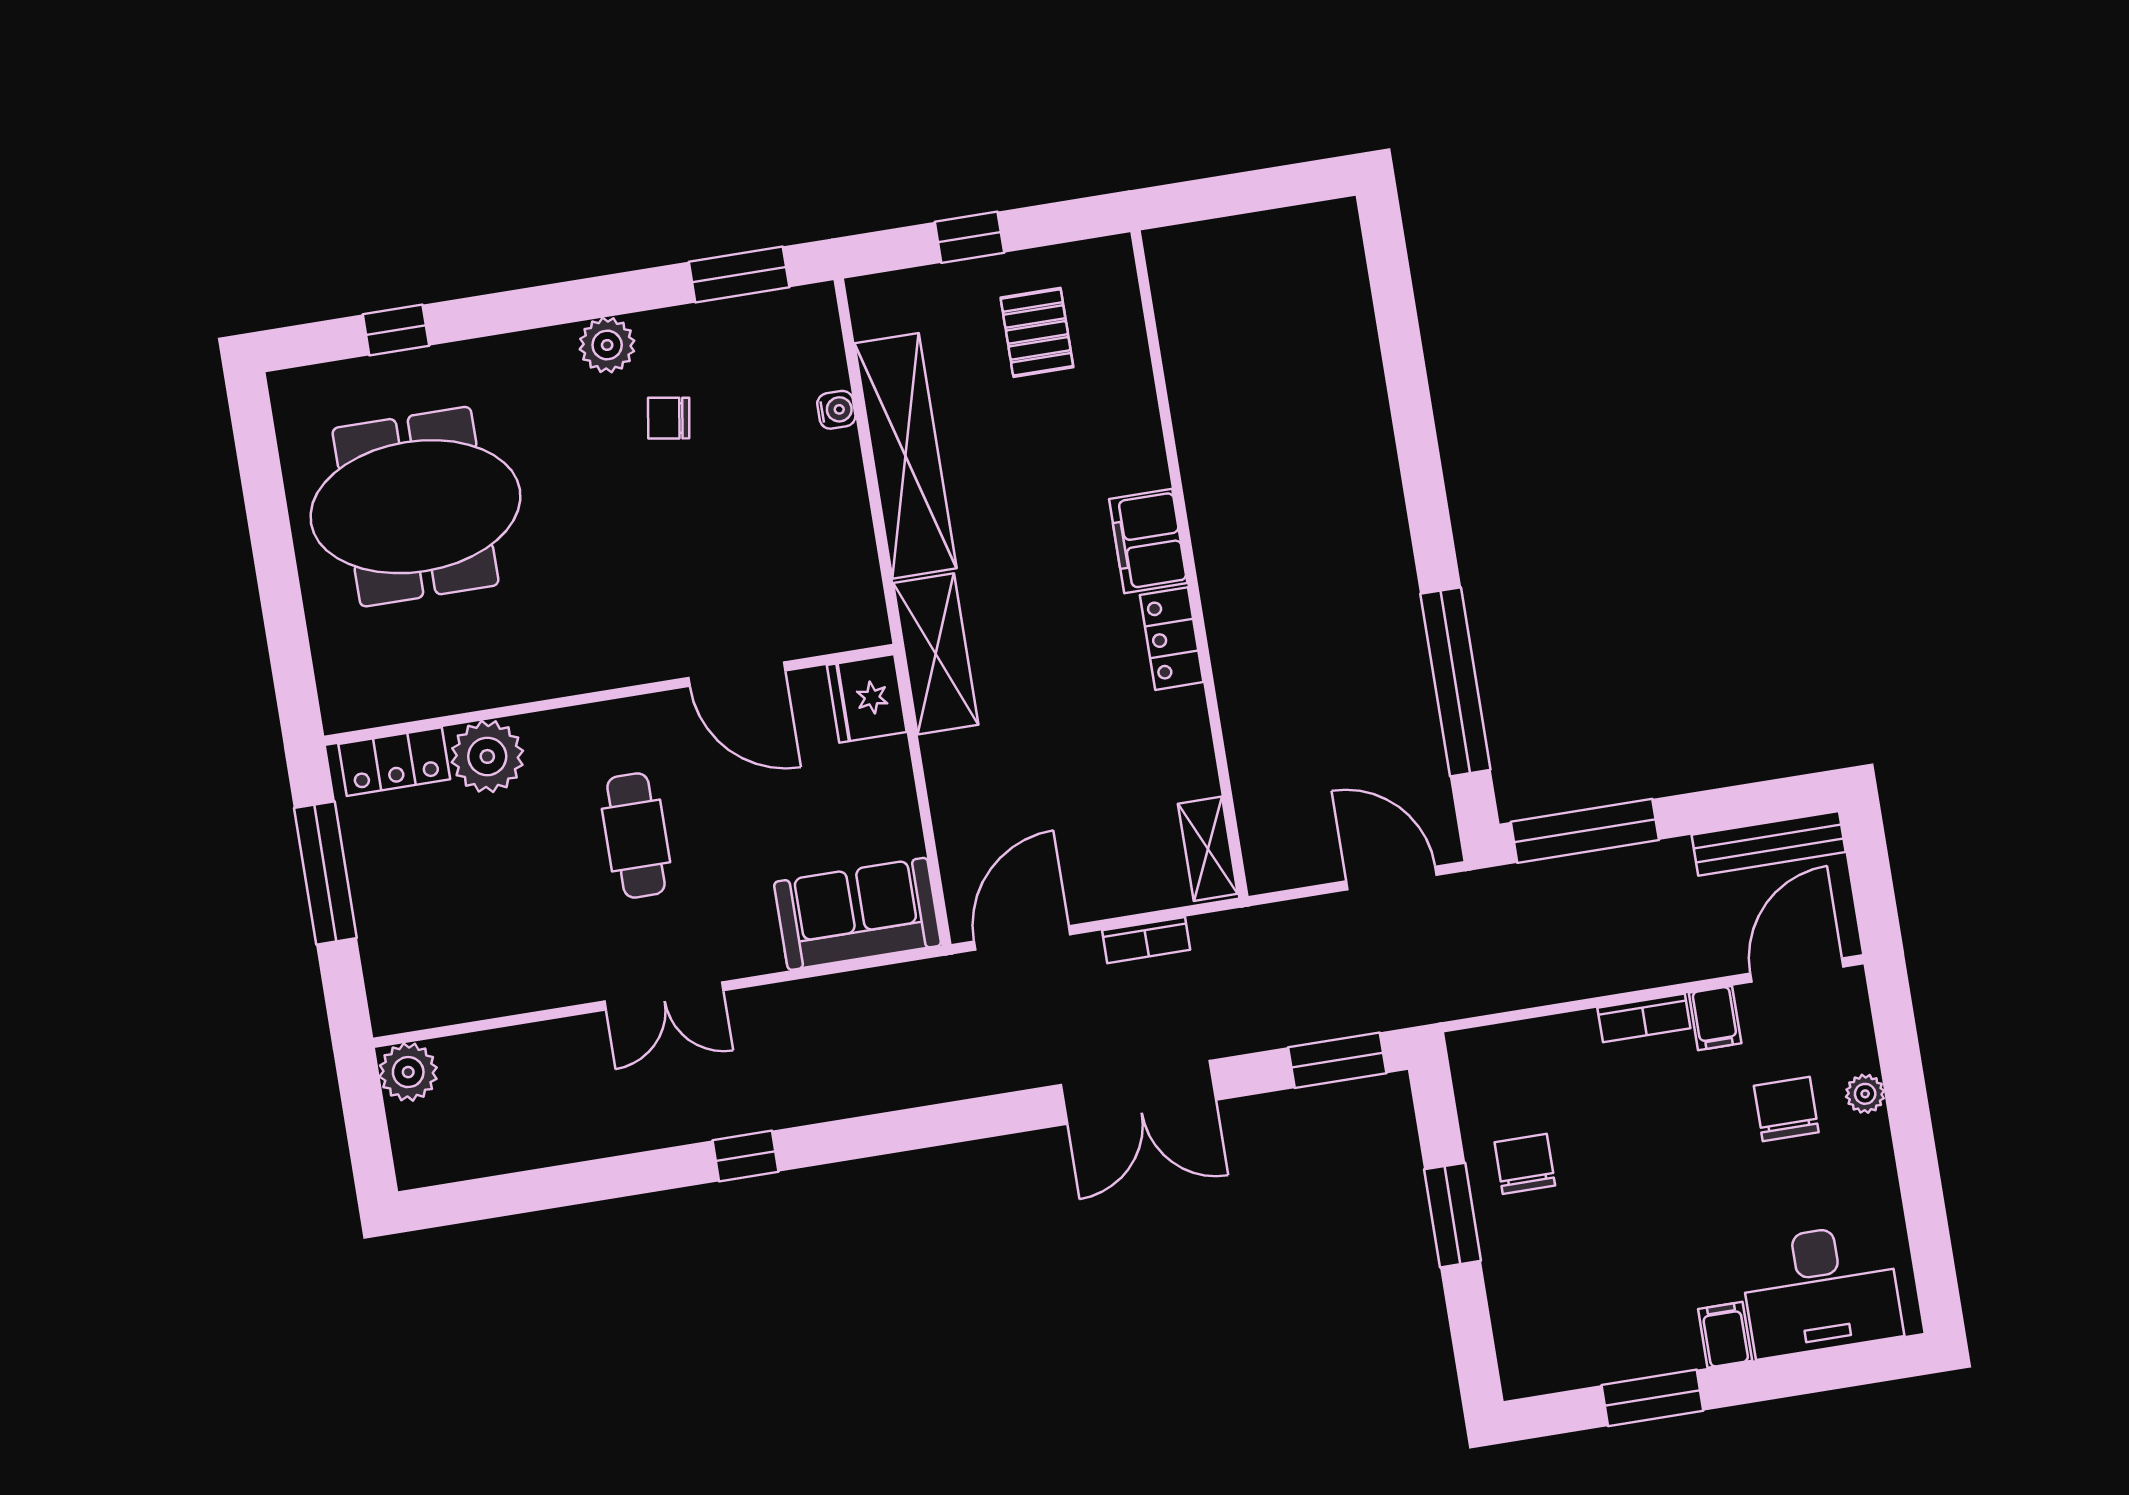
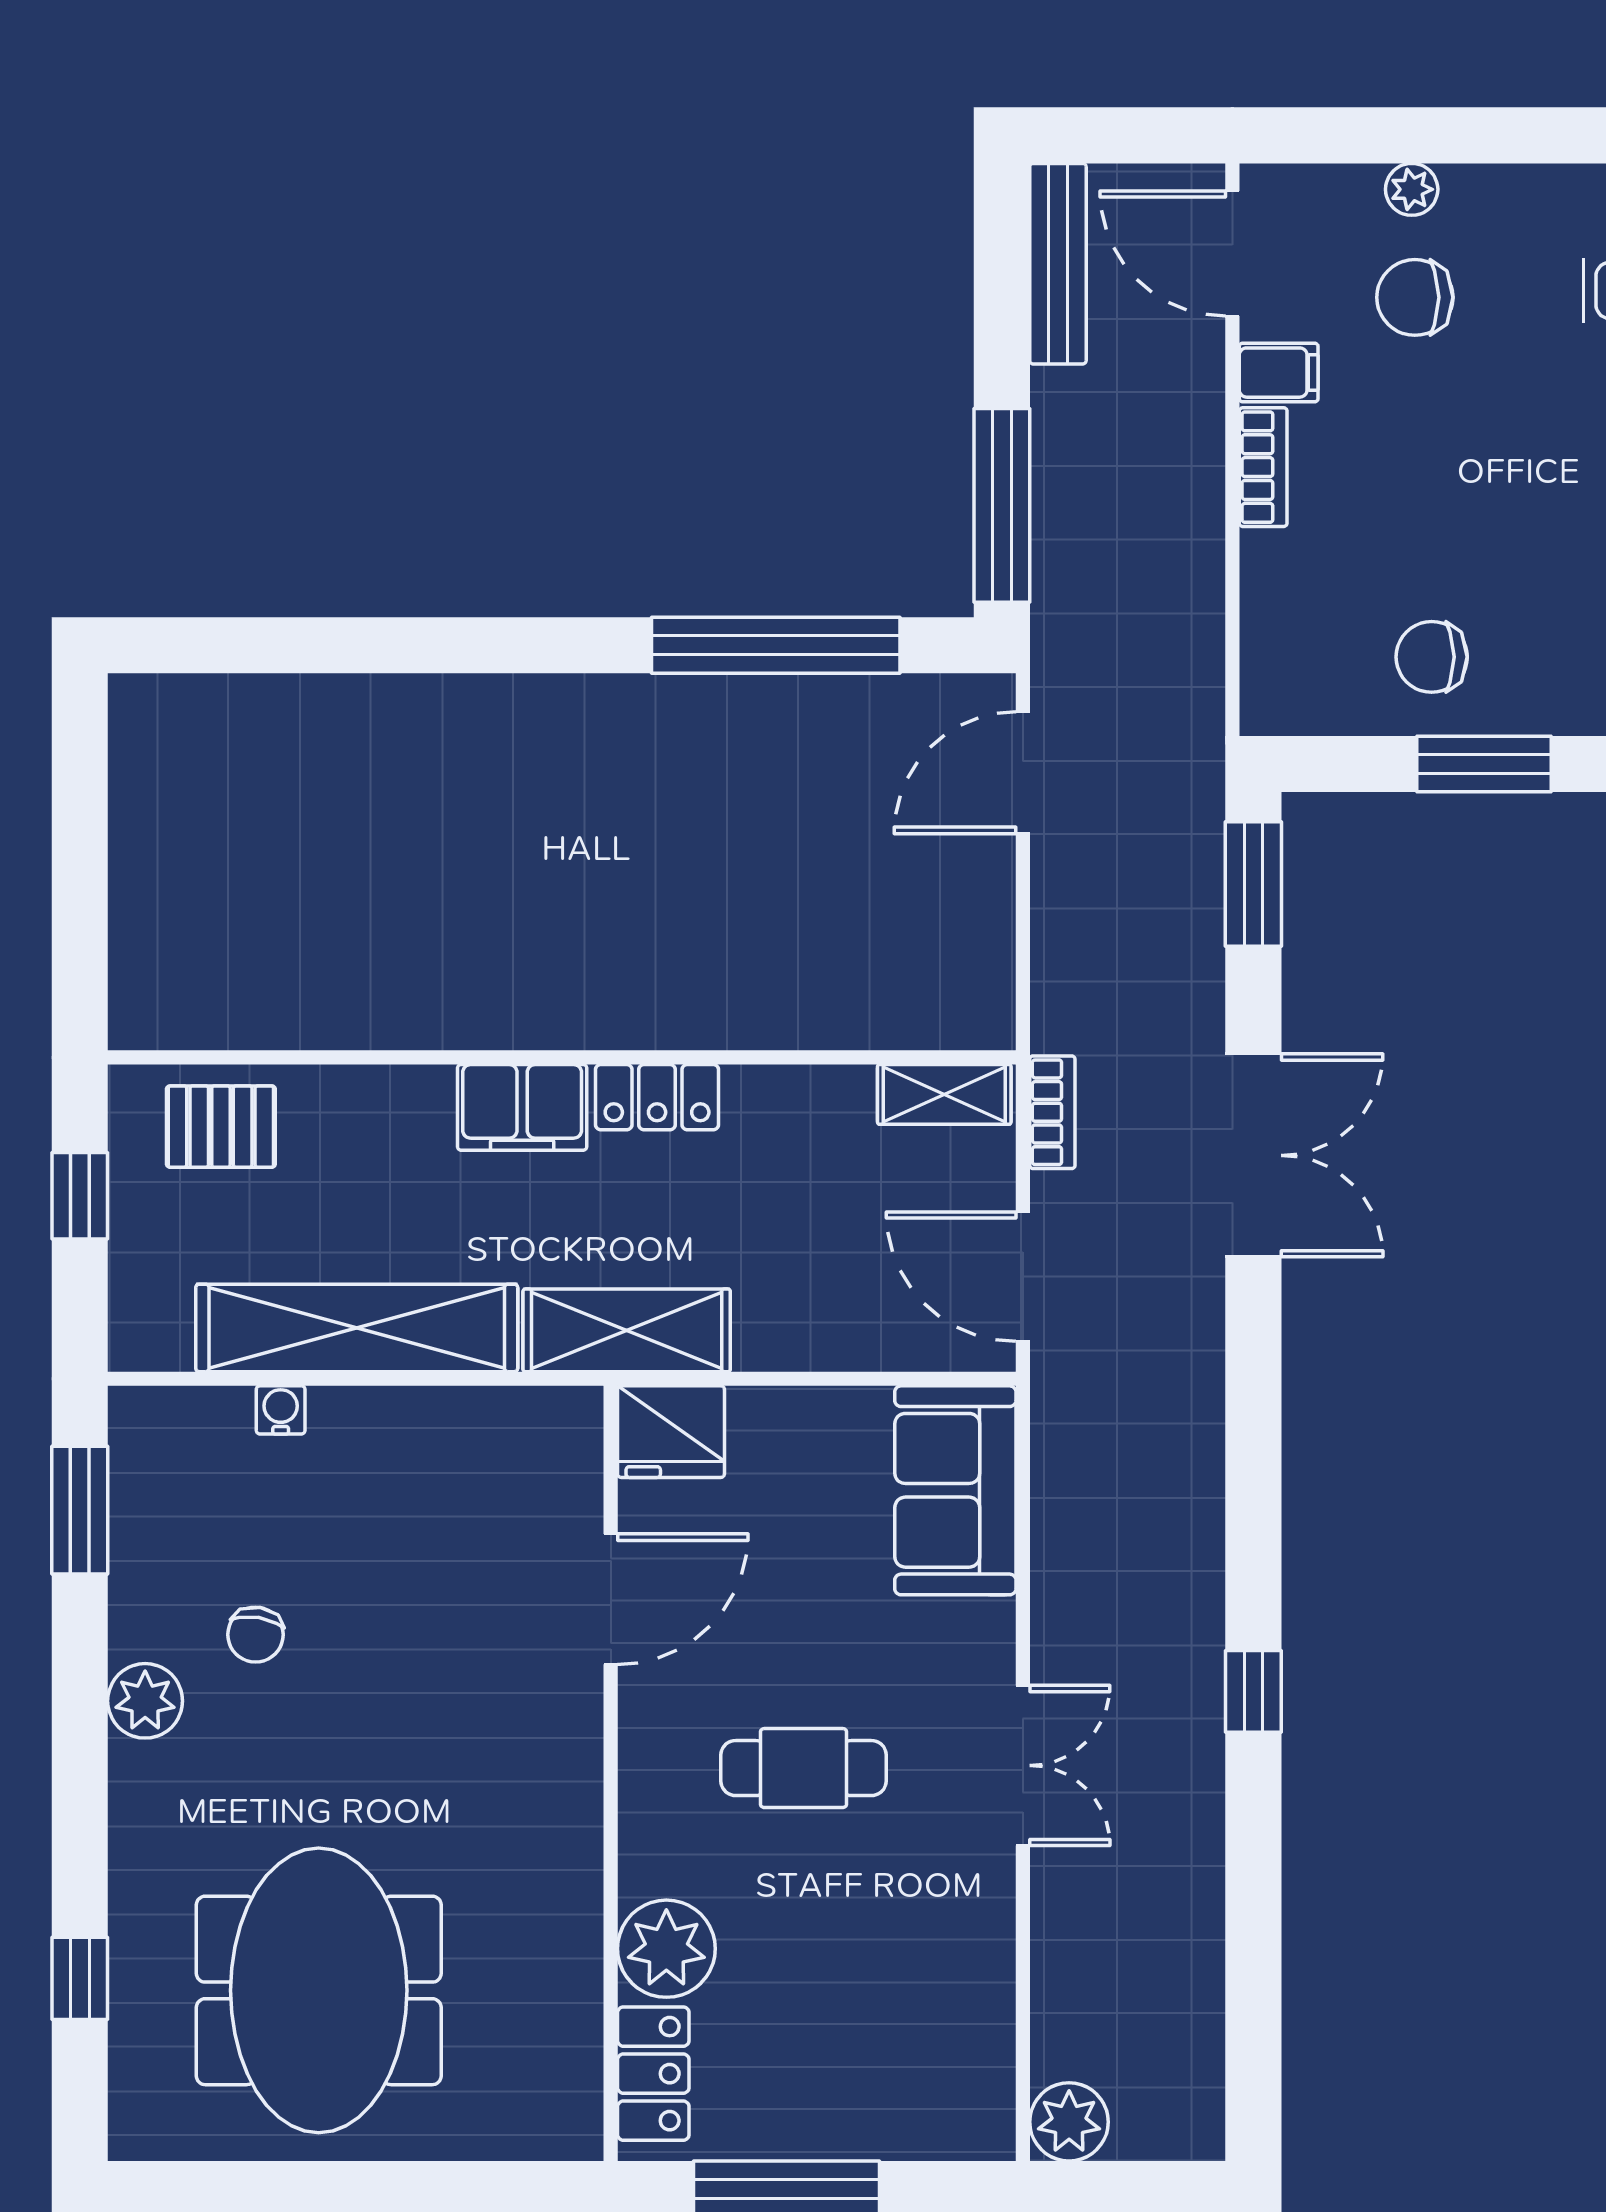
filing cabinet: (1148, 541) -> (522, 1107), moved
wall: (1189, 564) -> (562, 1057), moved
locker: (1172, 639) -> (657, 1097), moved
shelving: (1208, 849) -> (944, 1094), moved

